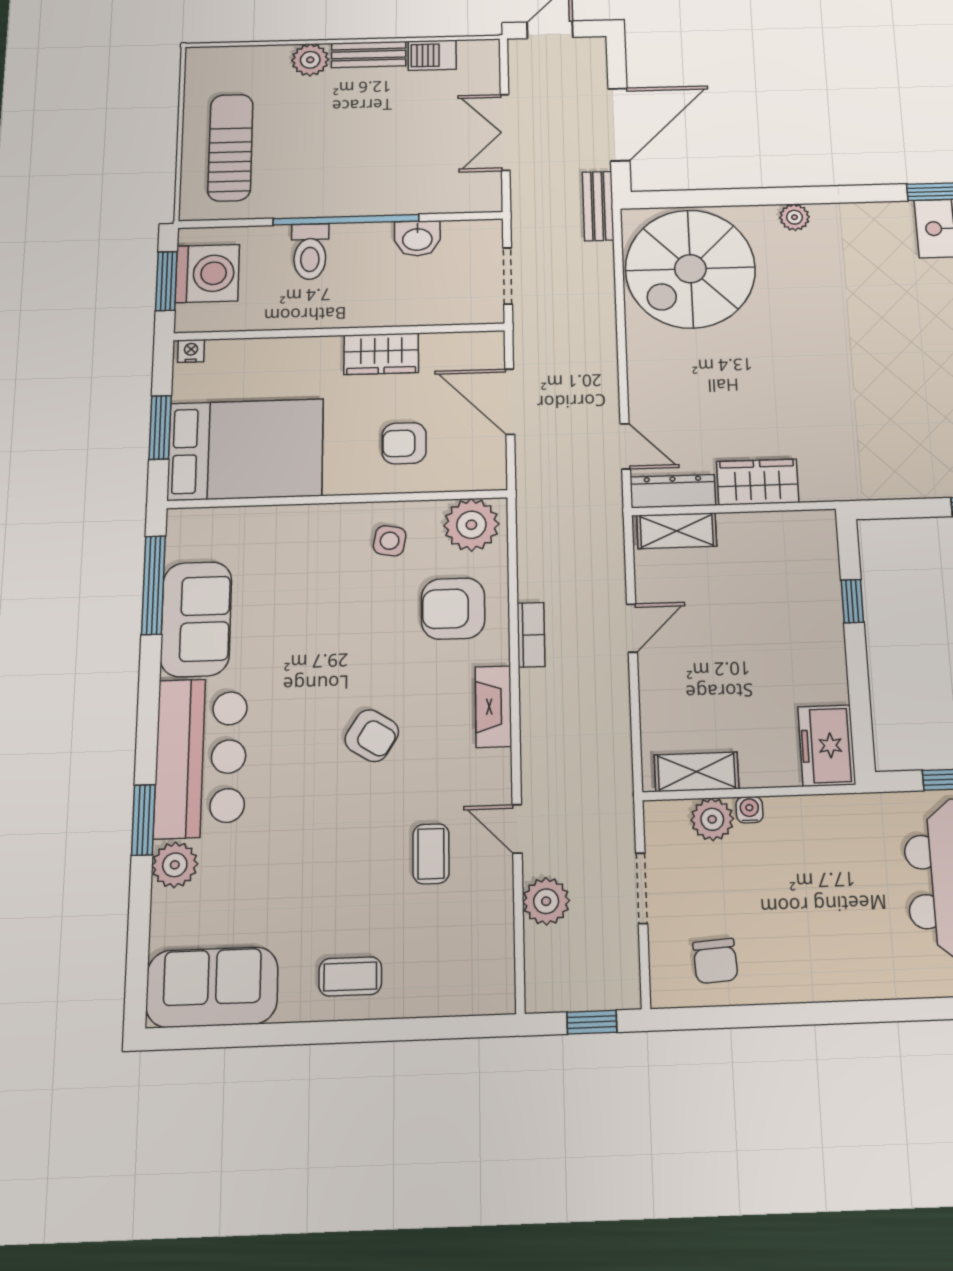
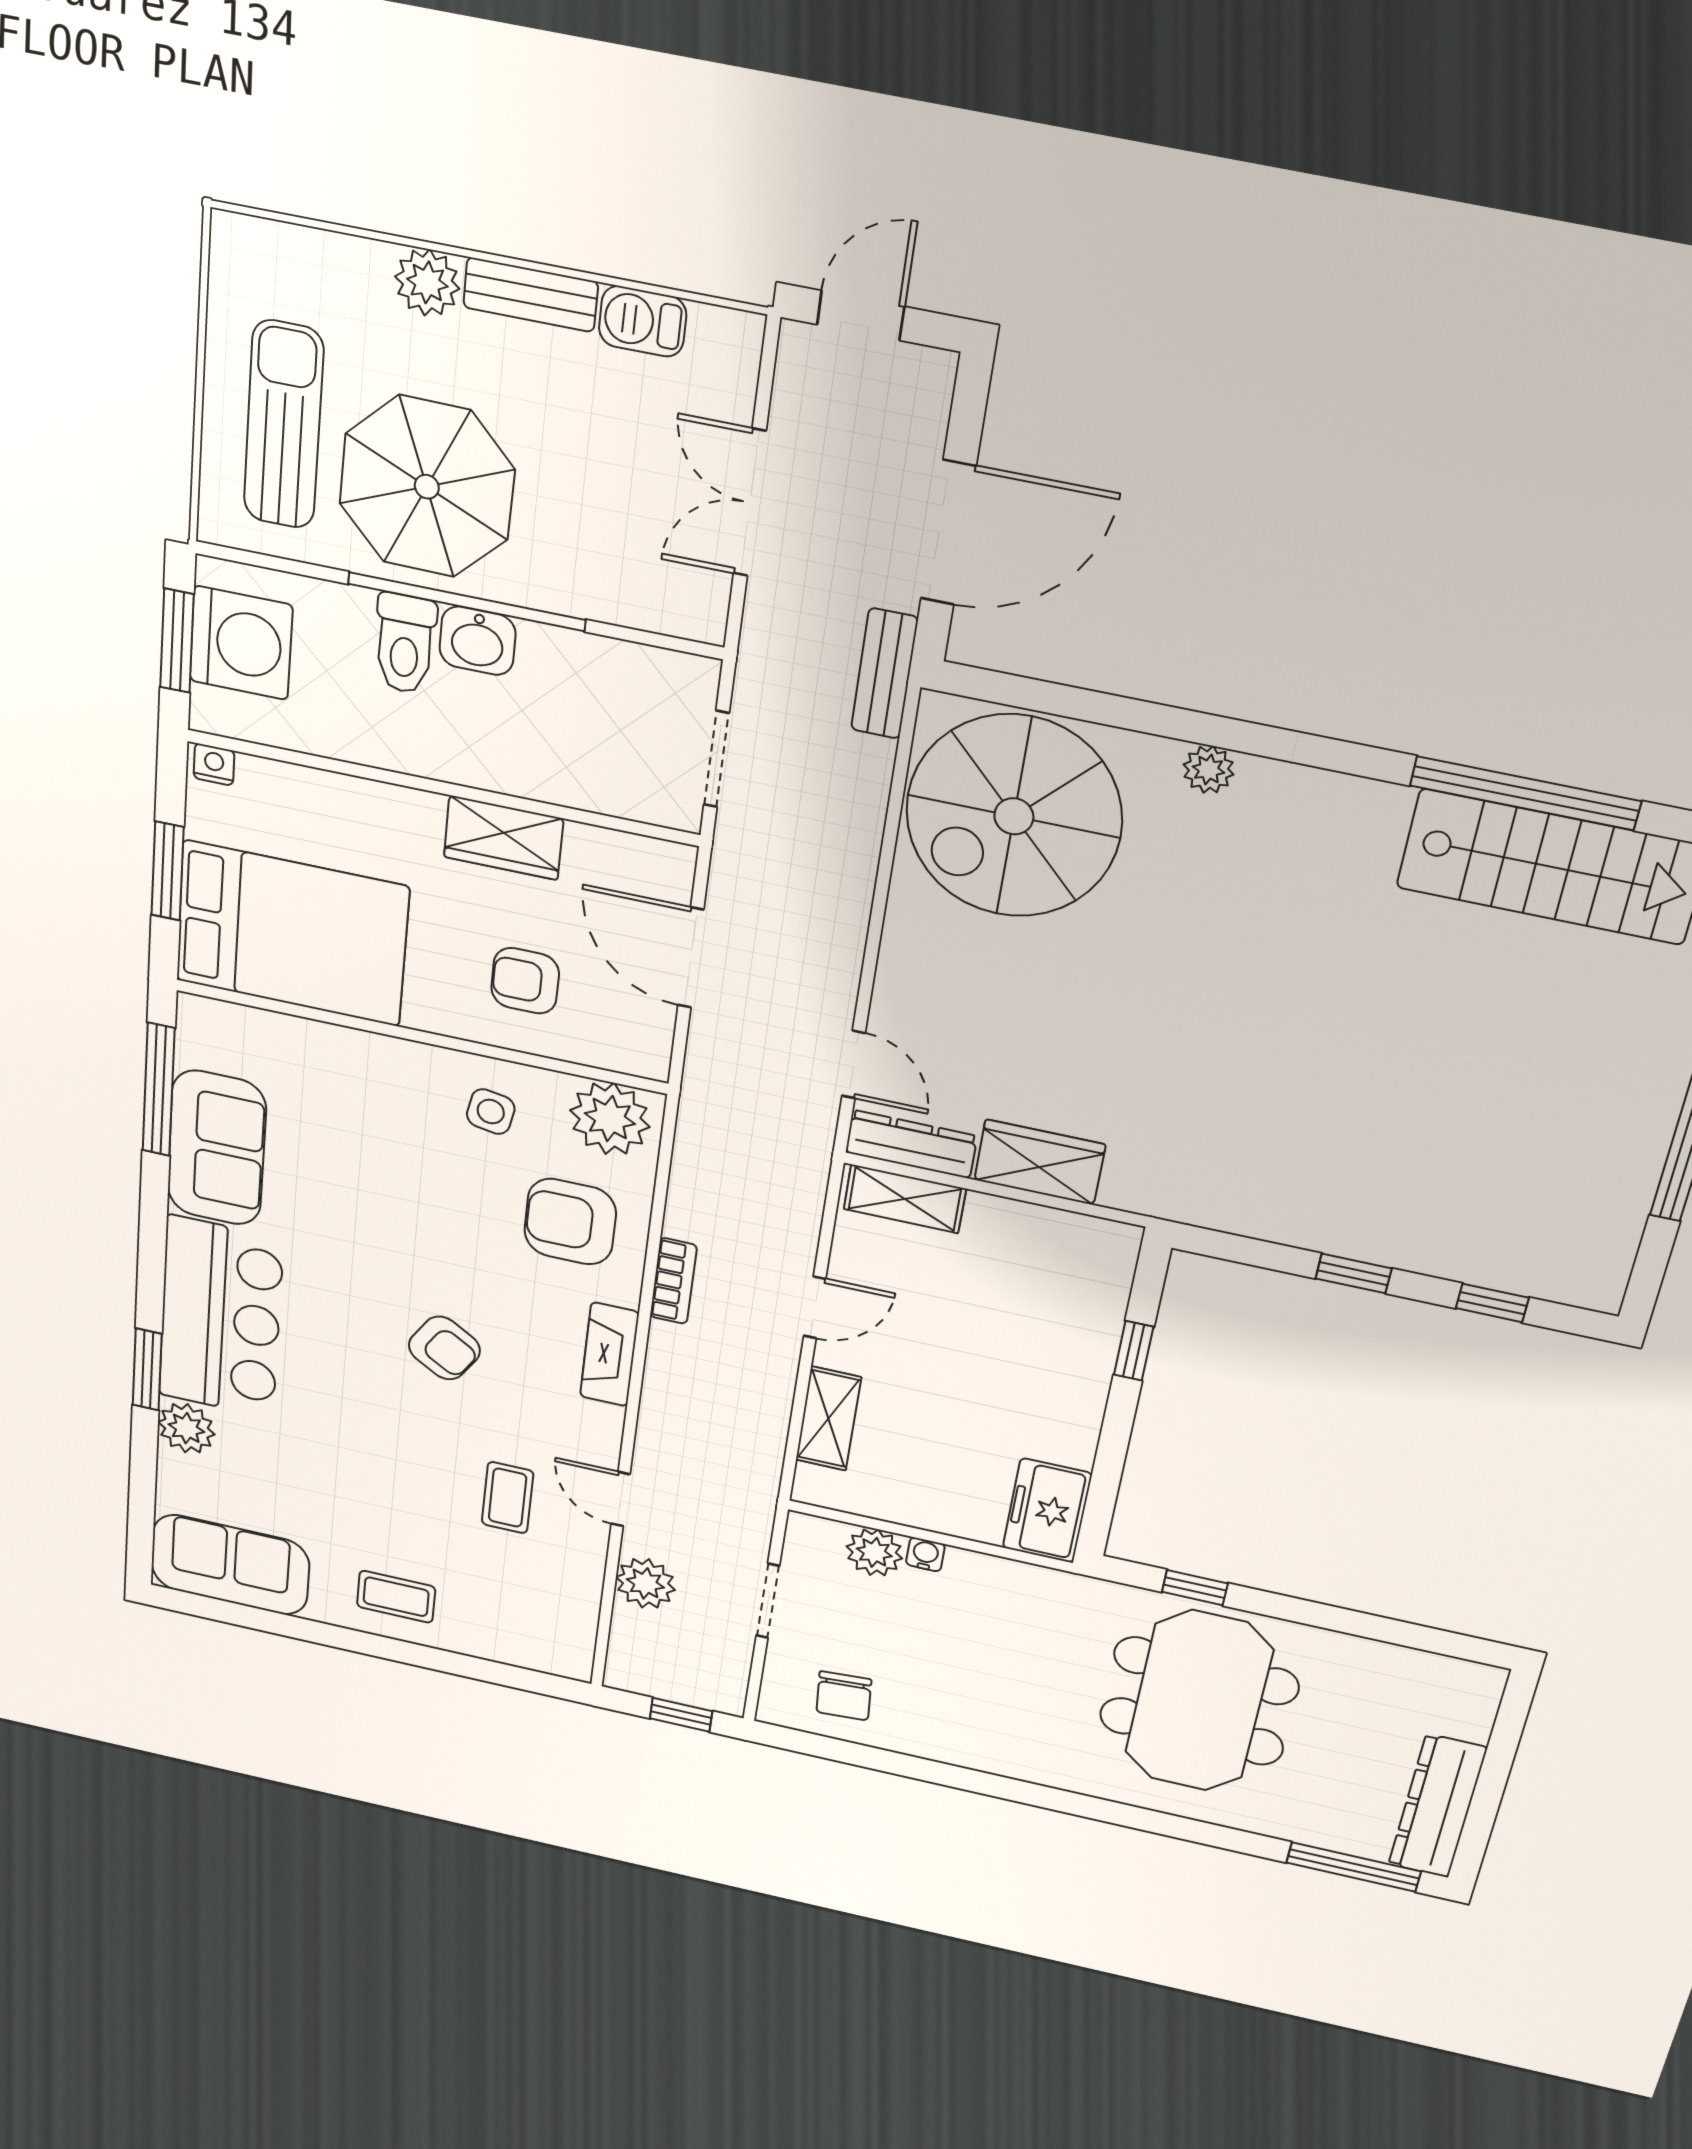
parasol: (317, 163) -> (427, 487), added
washbasin: (417, 238) -> (478, 641), moved
shelving: (697, 772) -> (828, 1419), moved, turned 90

